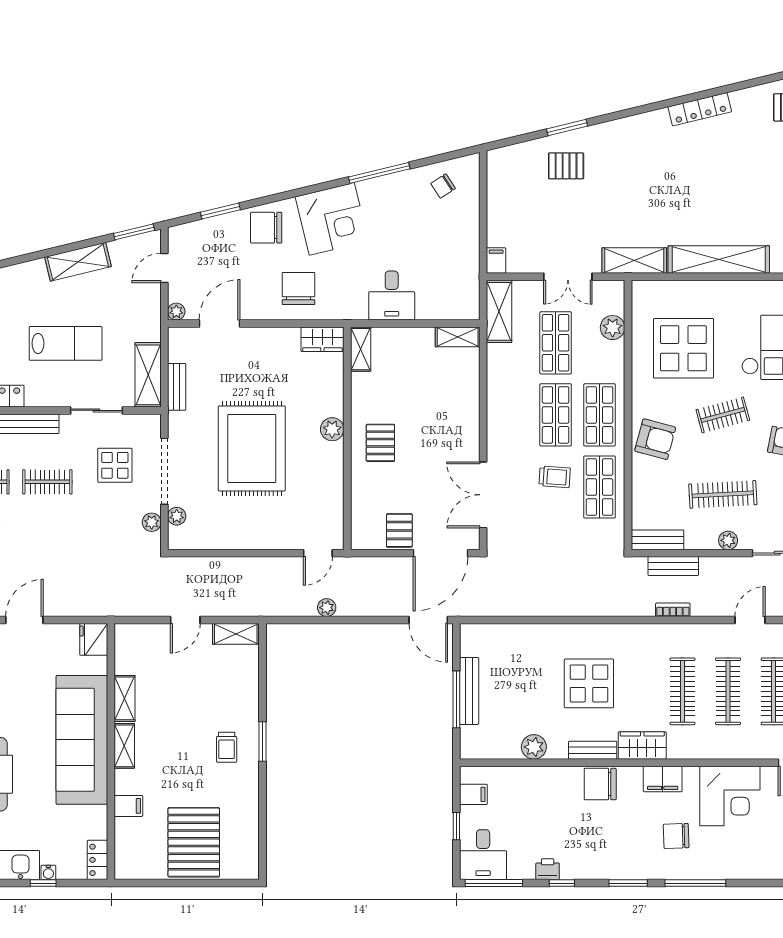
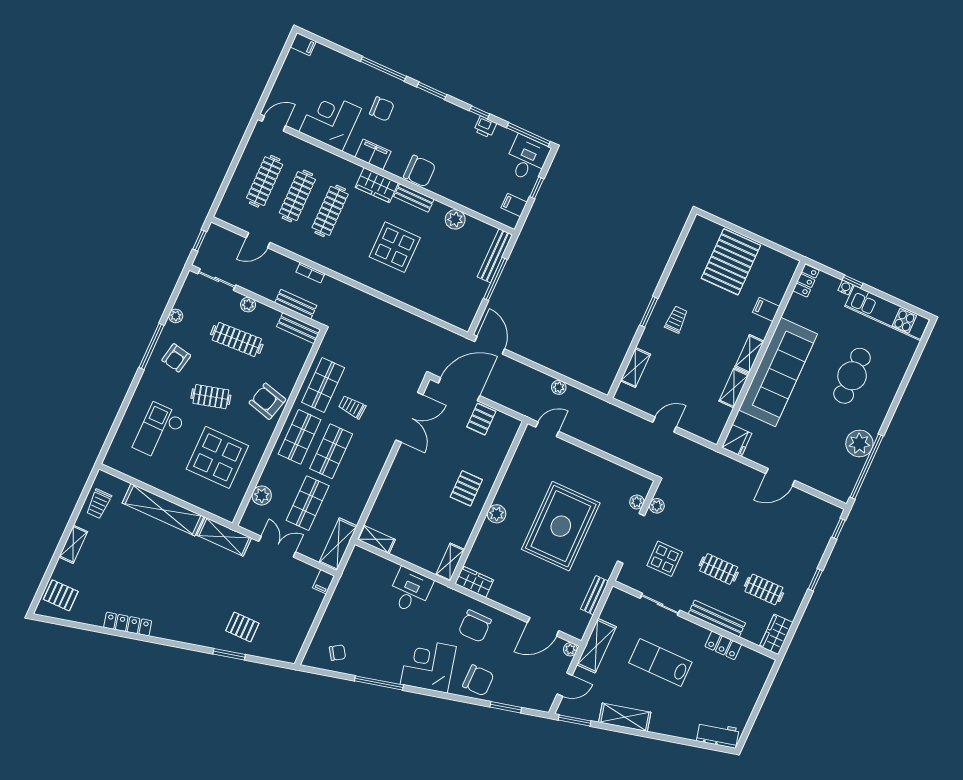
shelving: (148, 375) -> (596, 646), moved
shelving: (236, 634) -> (635, 368), moved, turned 90
bench: (469, 691) -> (495, 256), moved

